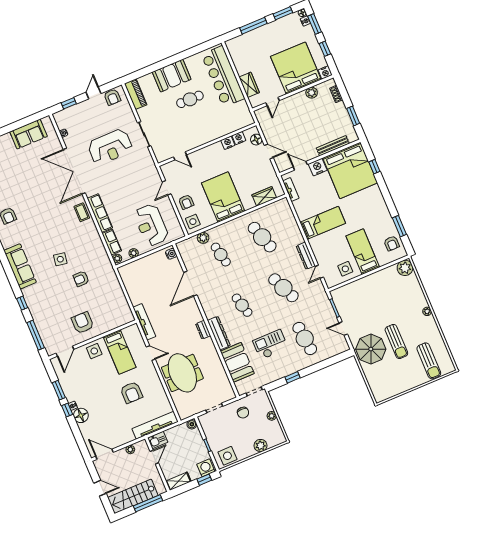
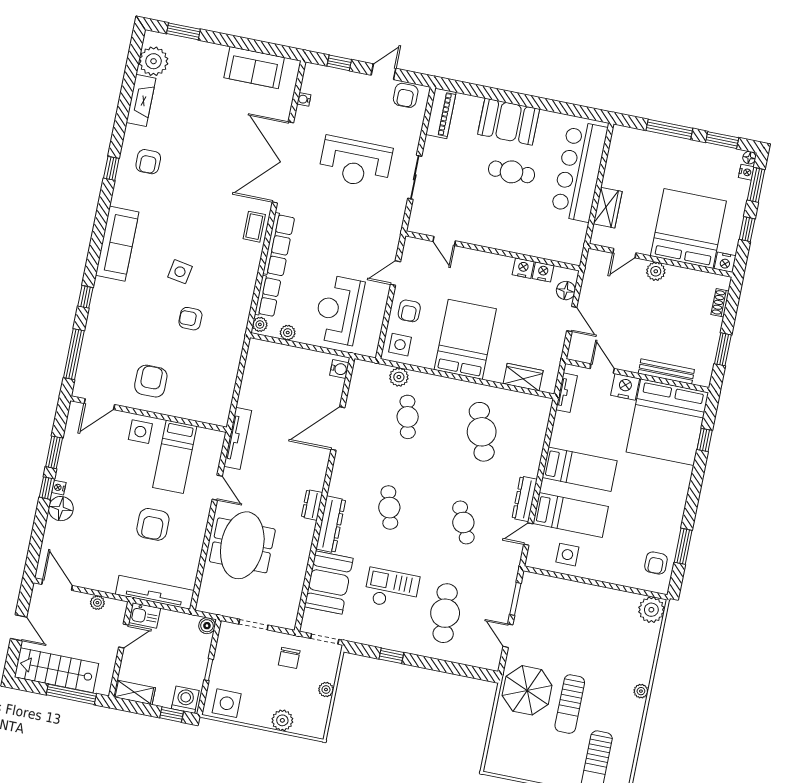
plant: (312, 93) -> (656, 271), moved
bed: (363, 252) -> (571, 515), moved, turned 90
cafe table: (283, 288) -> (463, 522), width x0.73, depth x0.74

